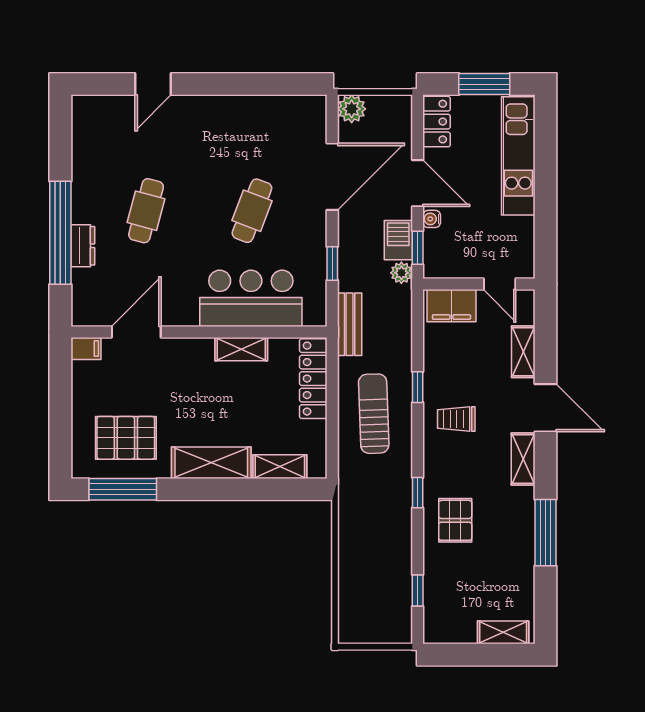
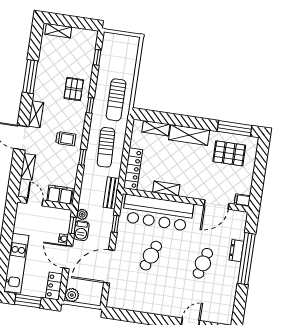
plant: (352, 109) -> (72, 295), moved
bar counter: (251, 298) -> (158, 213), width x1.36
sun lounger: (367, 512) -> (116, 100), added

